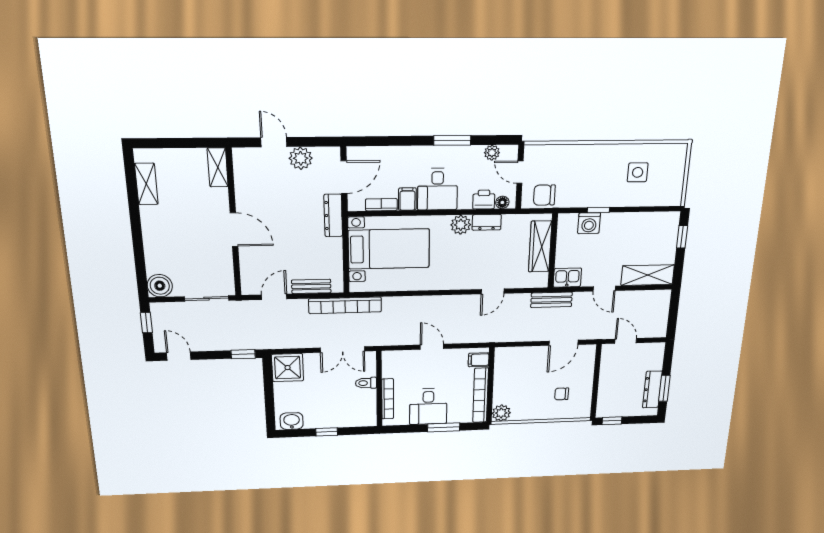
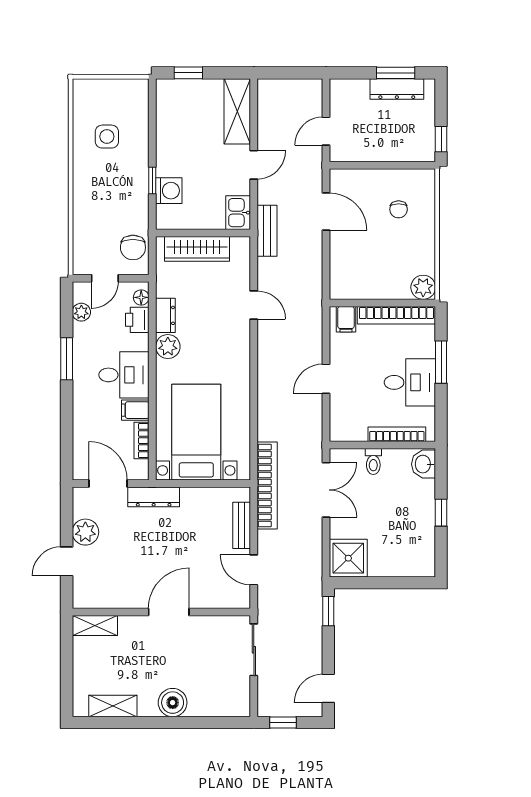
boiler: (160, 286) -> (173, 703), moved
washbasin: (292, 421) -> (424, 464), moved

